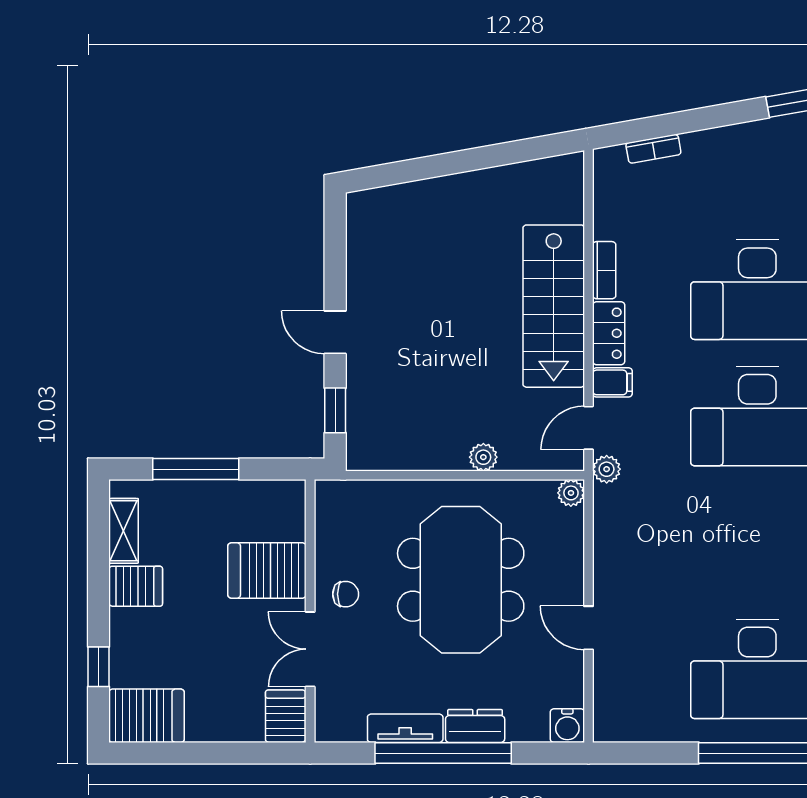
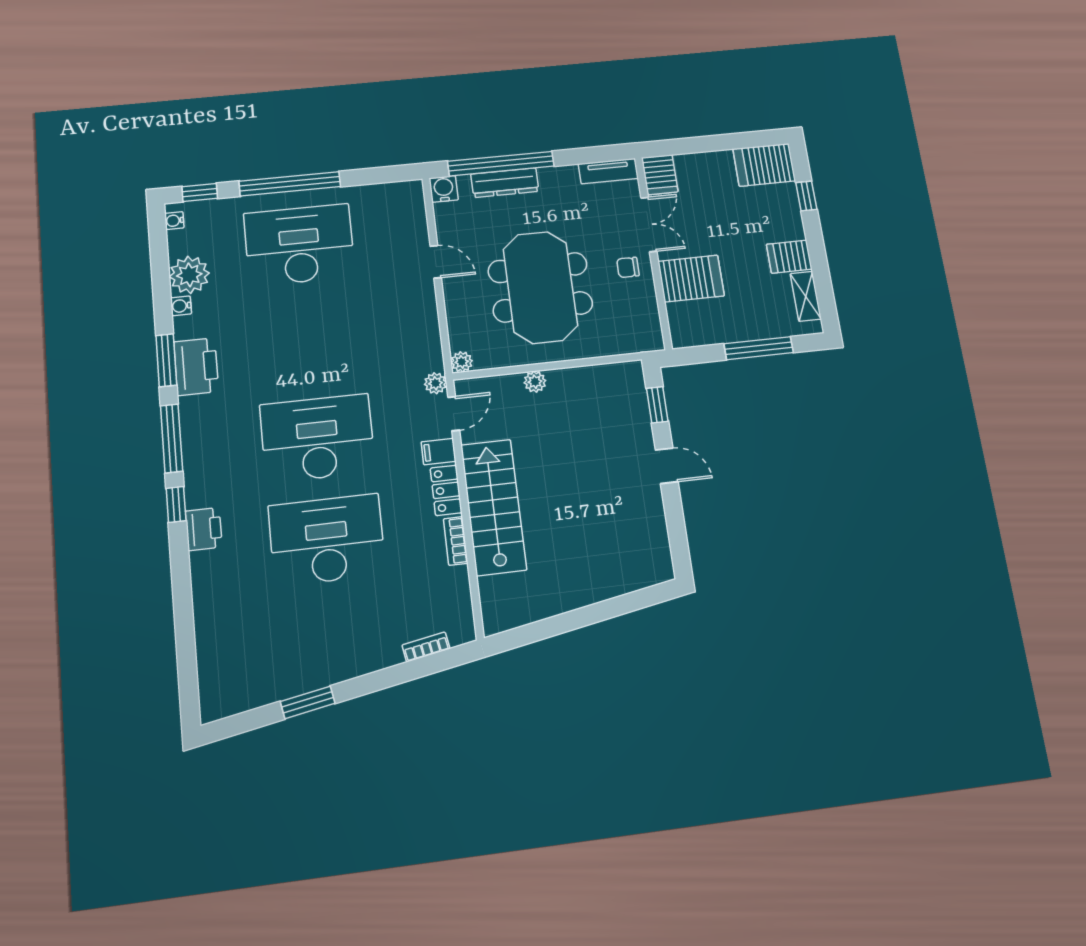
dresser: (475, 726) -> (505, 183), width x1.44
tv unit: (405, 728) -> (608, 171), moved
window: (443, 753) -> (501, 164), moved

